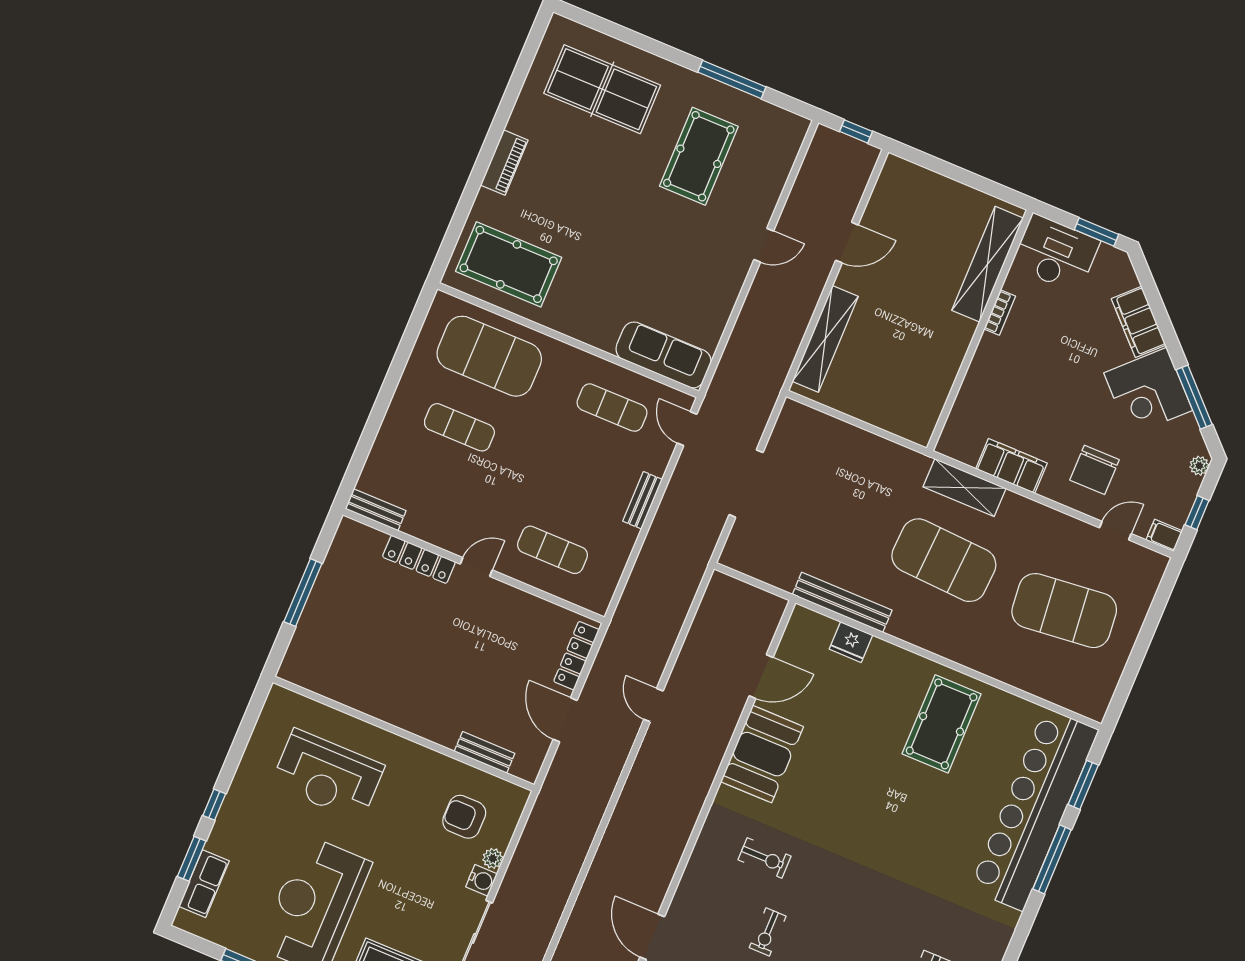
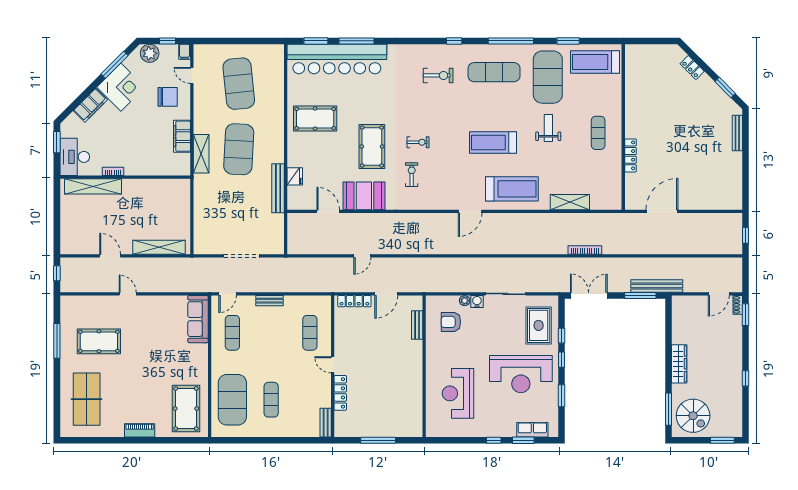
plant: (1199, 466) -> (150, 53), width x1.88, depth x1.88
reception desk: (328, 775) -> (458, 393), turned 180
pool table: (847, 807) -> (372, 147), added
armchair: (464, 817) -> (451, 322), turned 90
exercise bike: (768, 932) -> (418, 142), moved

